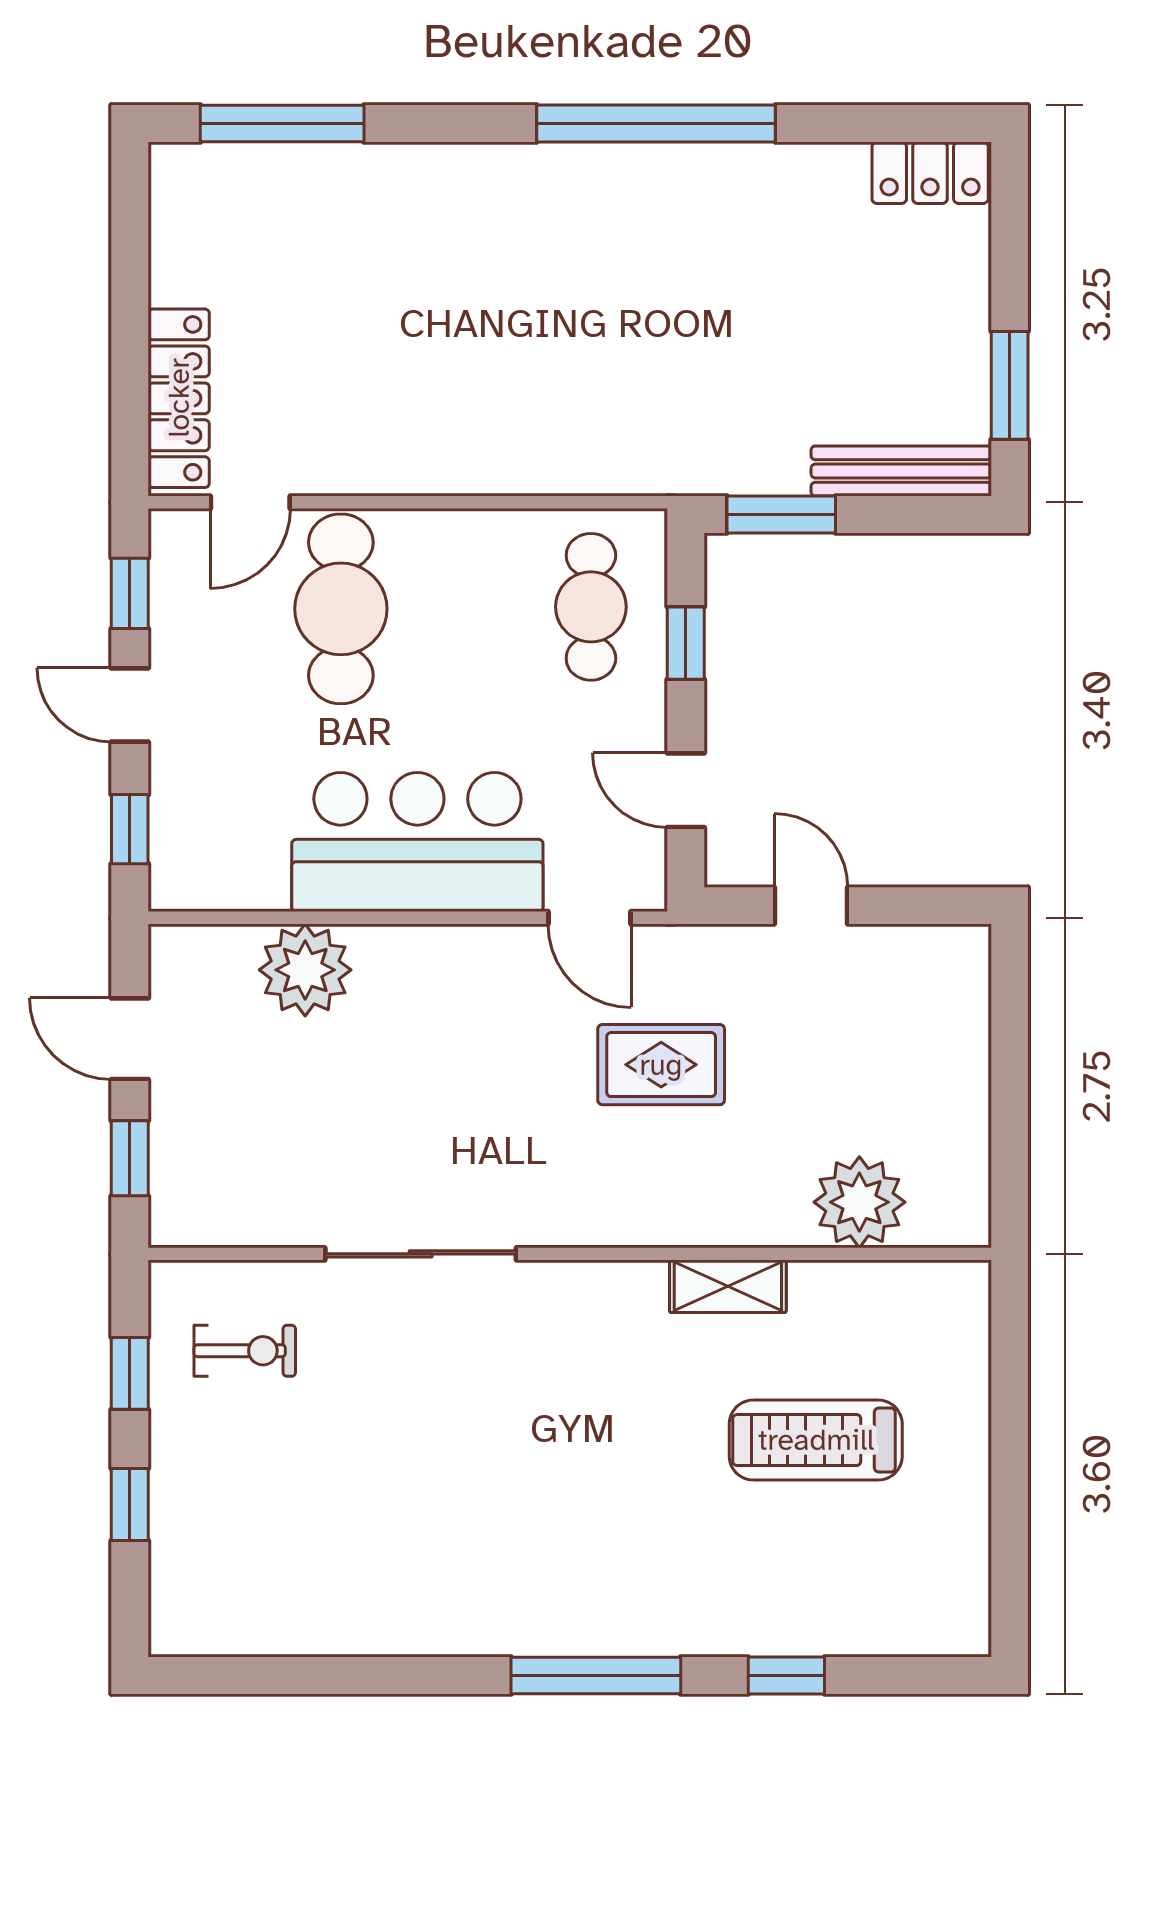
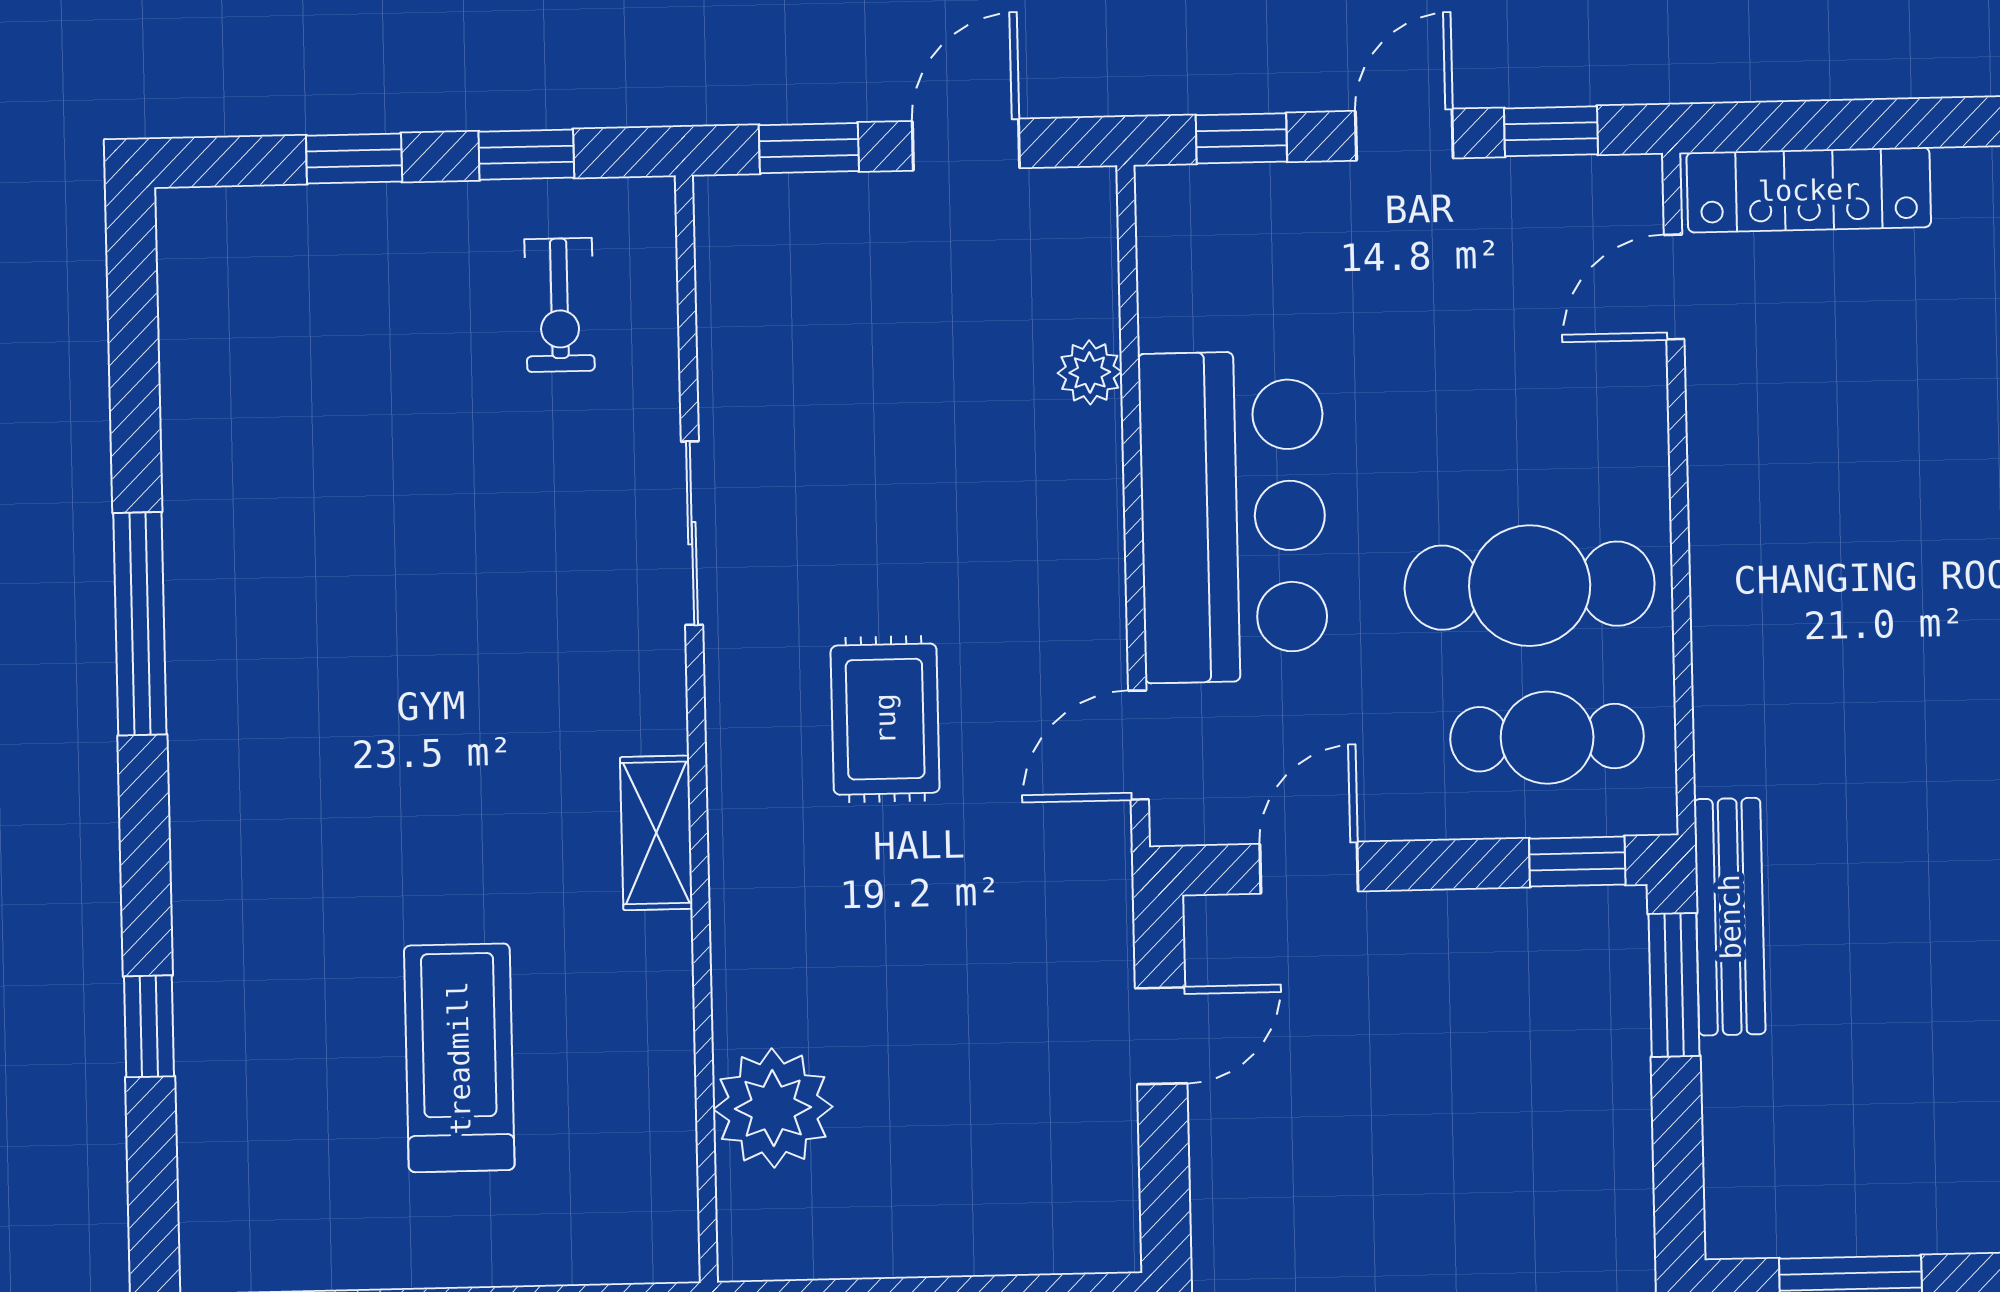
bench: (901, 471) -> (1730, 917), moved
door: (250, 502) -> (1674, 287), hinge flipped
cafe table: (341, 609) -> (1530, 586), moved
window: (686, 643) -> (1577, 862), moved
plant: (305, 970) -> (1090, 372), width x0.53, depth x0.53
rug: (661, 1065) -> (885, 719), moved
sliding door: (421, 1254) -> (692, 533), width x0.73
shelving: (728, 1286) -> (656, 833), moved
window: (596, 1675) -> (140, 624), moved

